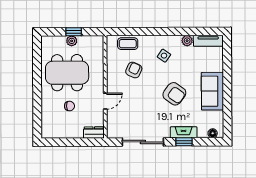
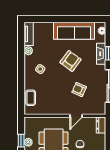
armchair: (134, 70) -> (79, 90), moved
sofa: (212, 91) -> (74, 31), width x1.36
door: (105, 101) -> (76, 116), swing flipped

